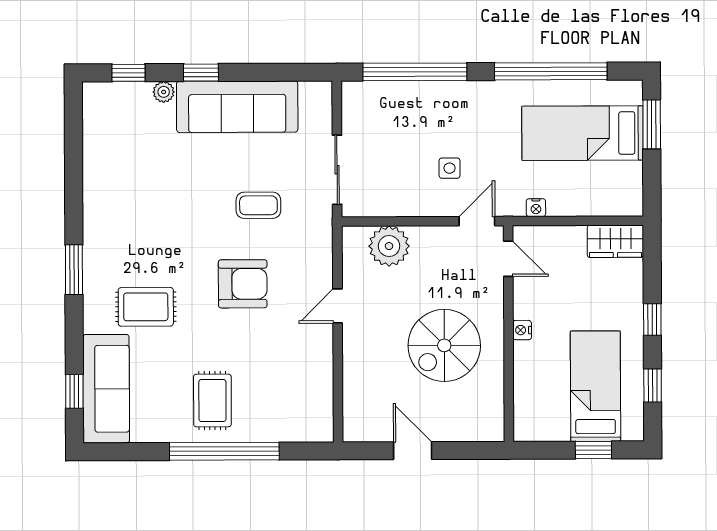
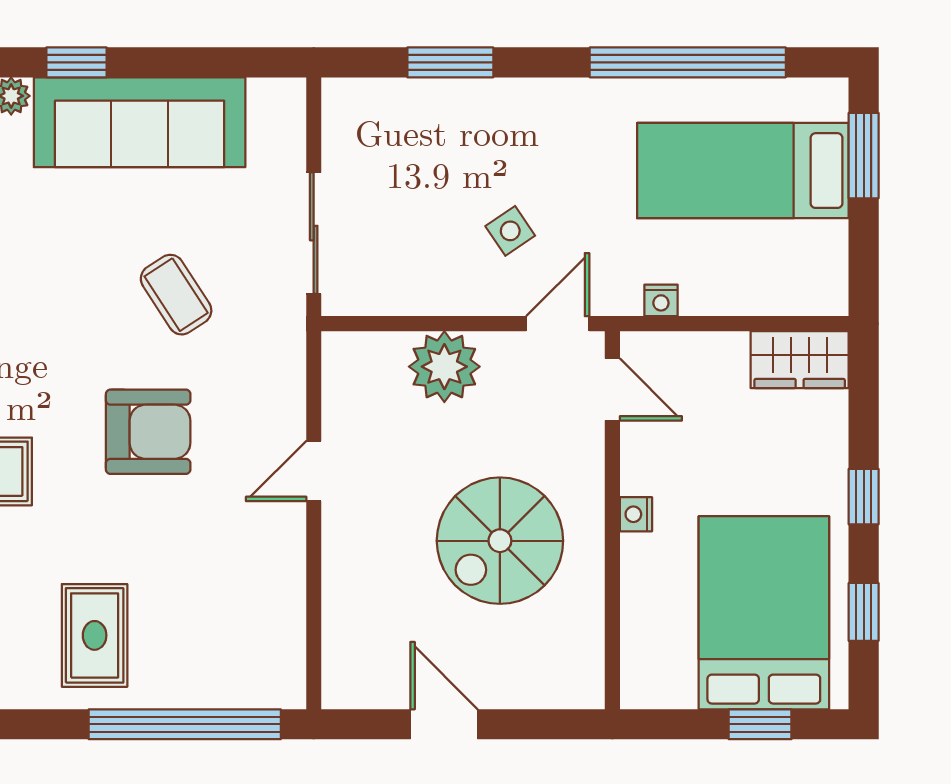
window: (415, 72) -> (450, 62), width x0.47
side table: (450, 168) -> (510, 231), turned -34
coffee table: (258, 205) -> (176, 295), turned 57
plant: (389, 246) -> (444, 367), moved
bed: (595, 386) -> (764, 613), width x1.50
window: (224, 451) -> (185, 724), moved

